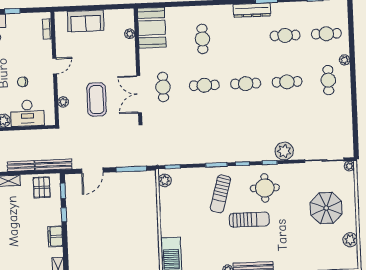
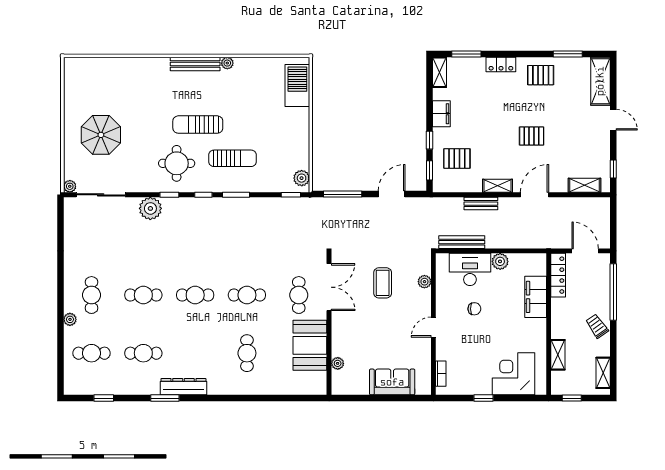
booth: (152, 28) -> (310, 345), moved
coffee table: (97, 100) -> (383, 283), width x0.73, depth x0.76
bench: (53, 165) -> (462, 242), moved
pallet: (42, 187) -> (457, 158), moved, turned 90
sun lounger: (220, 194) -> (232, 158), turned 74
plant: (350, 240) -> (72, 94), removed

